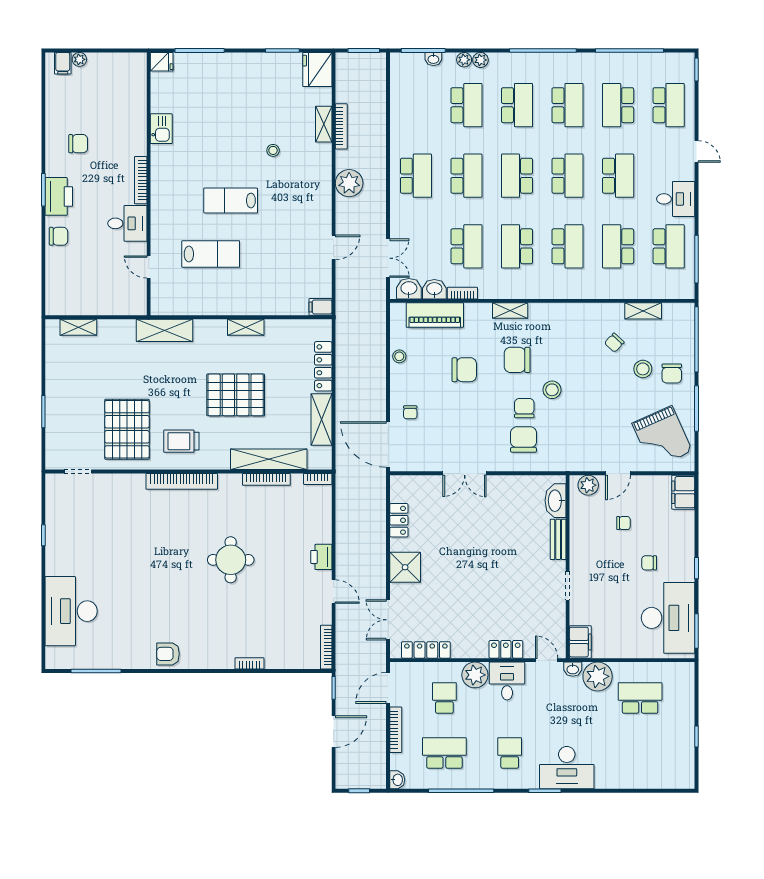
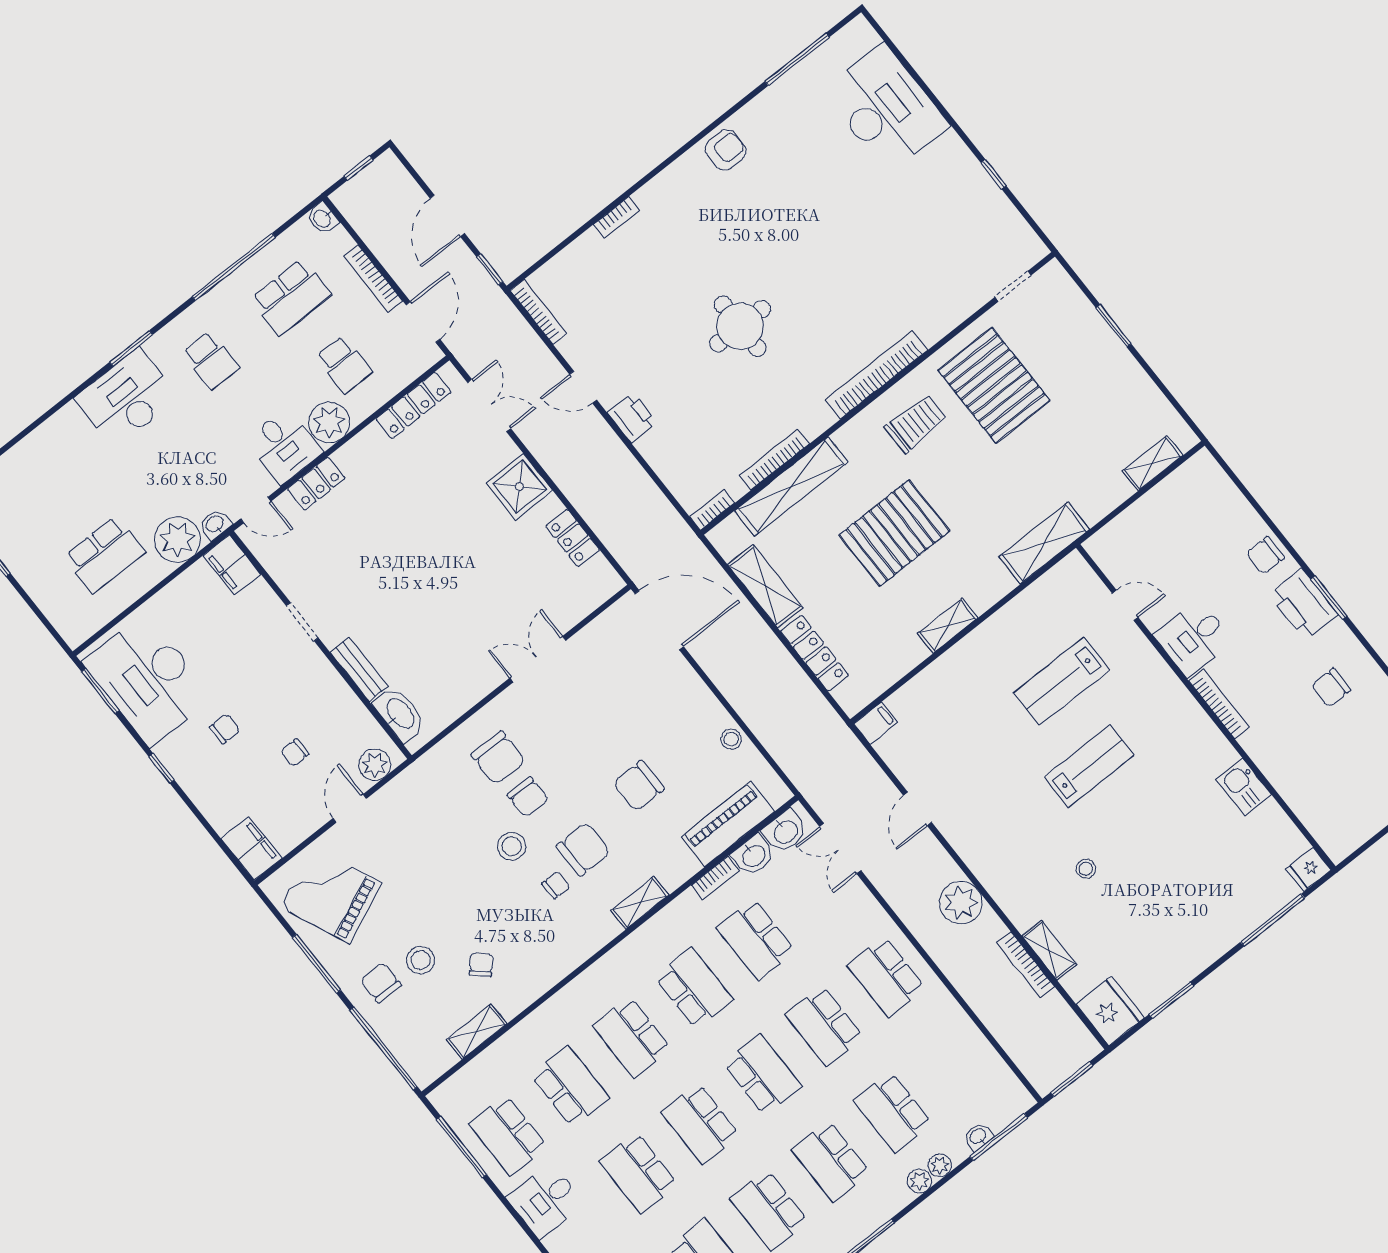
chair: (410, 412) -> (556, 885), moved, turned 90

